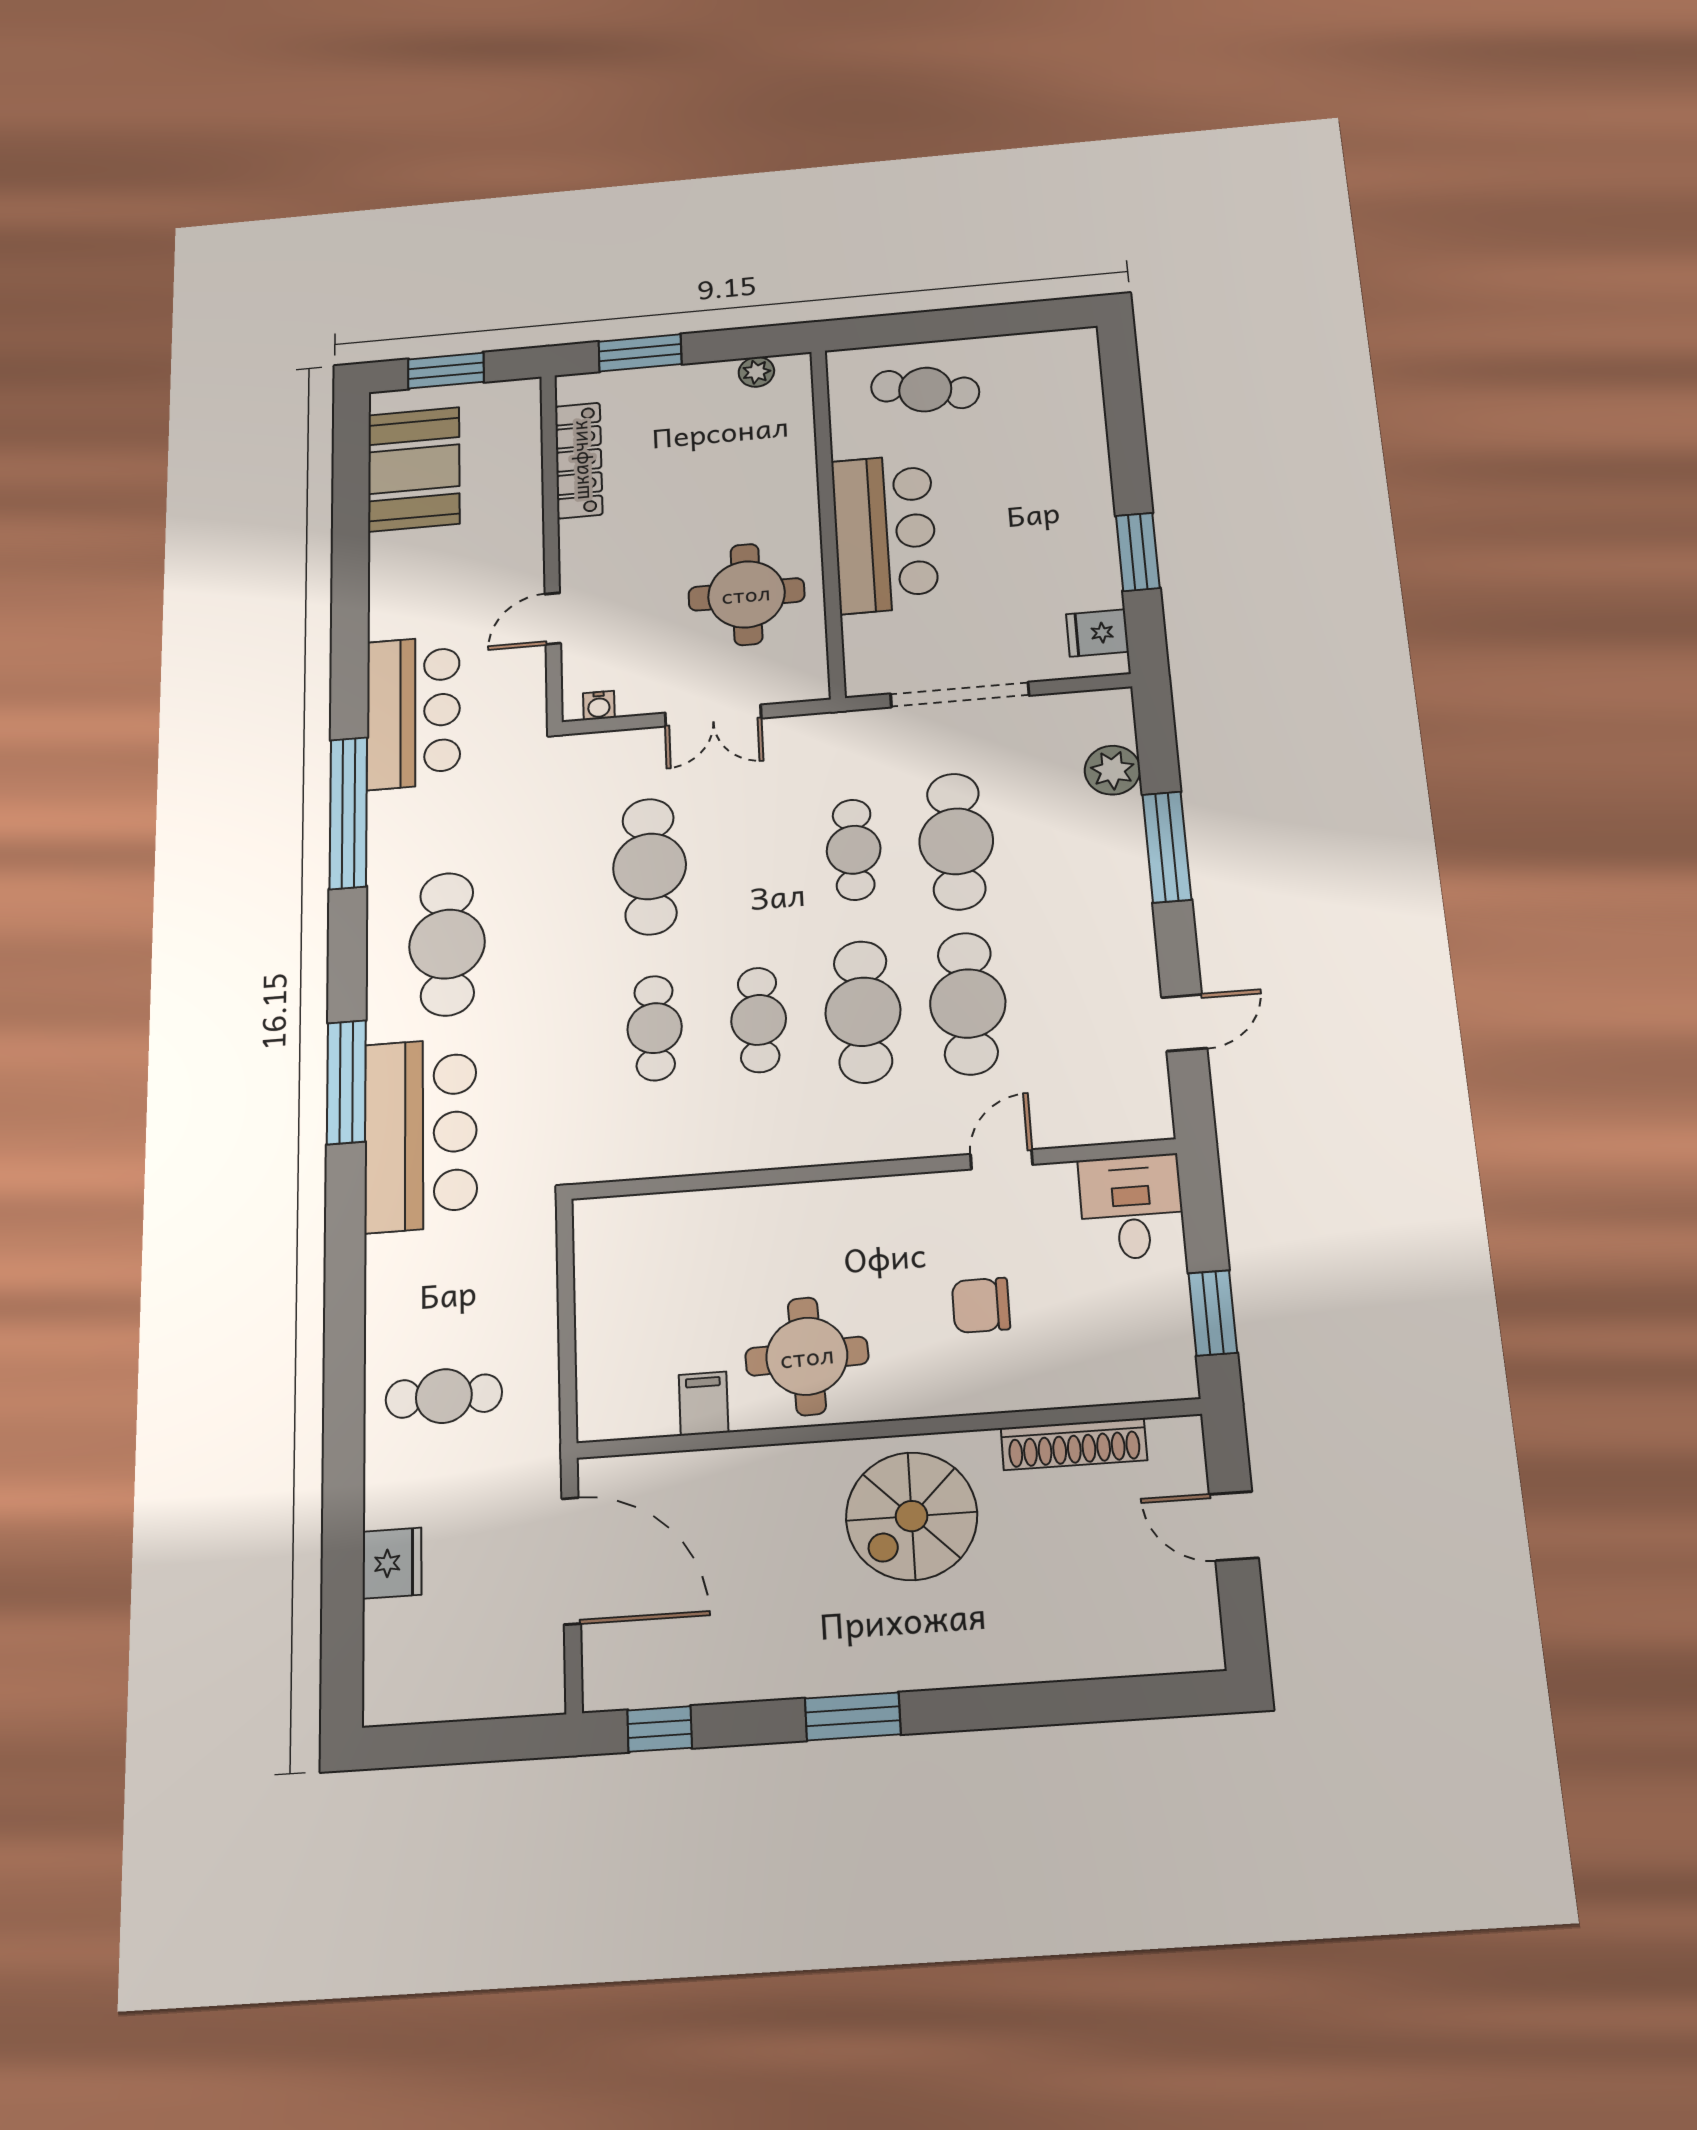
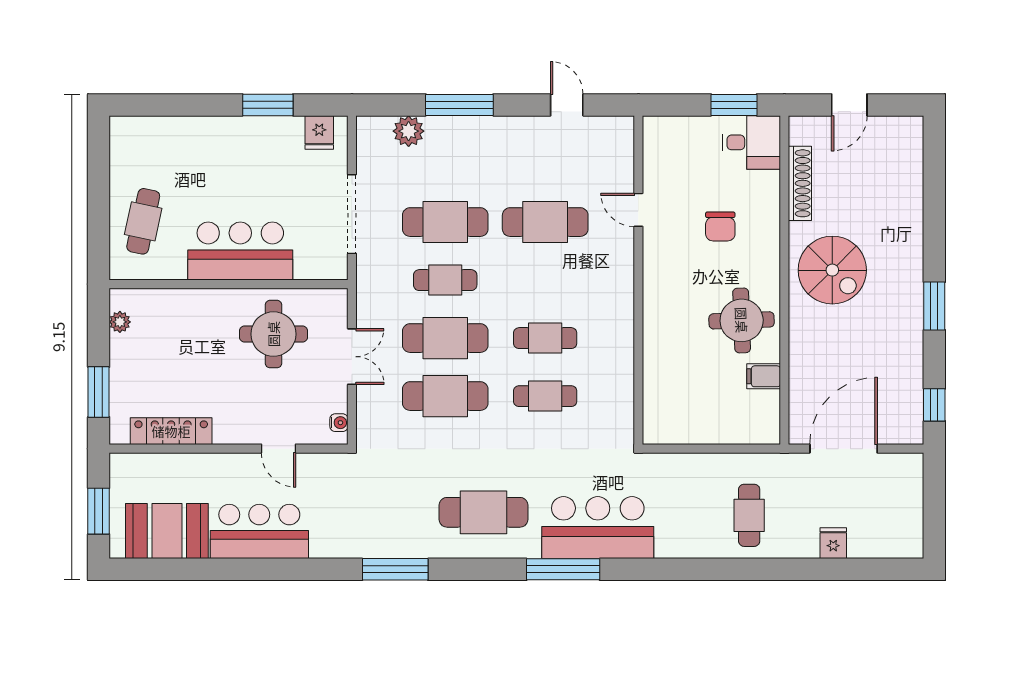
bar counter: (413, 712) -> (259, 531), moved
window: (348, 813) -> (395, 569), width x0.68
cafe table: (863, 1012) -> (445, 338), moved
desk: (1132, 1207) -> (751, 142), moved, turned 180
fridge: (392, 1563) -> (833, 543), width x0.72

